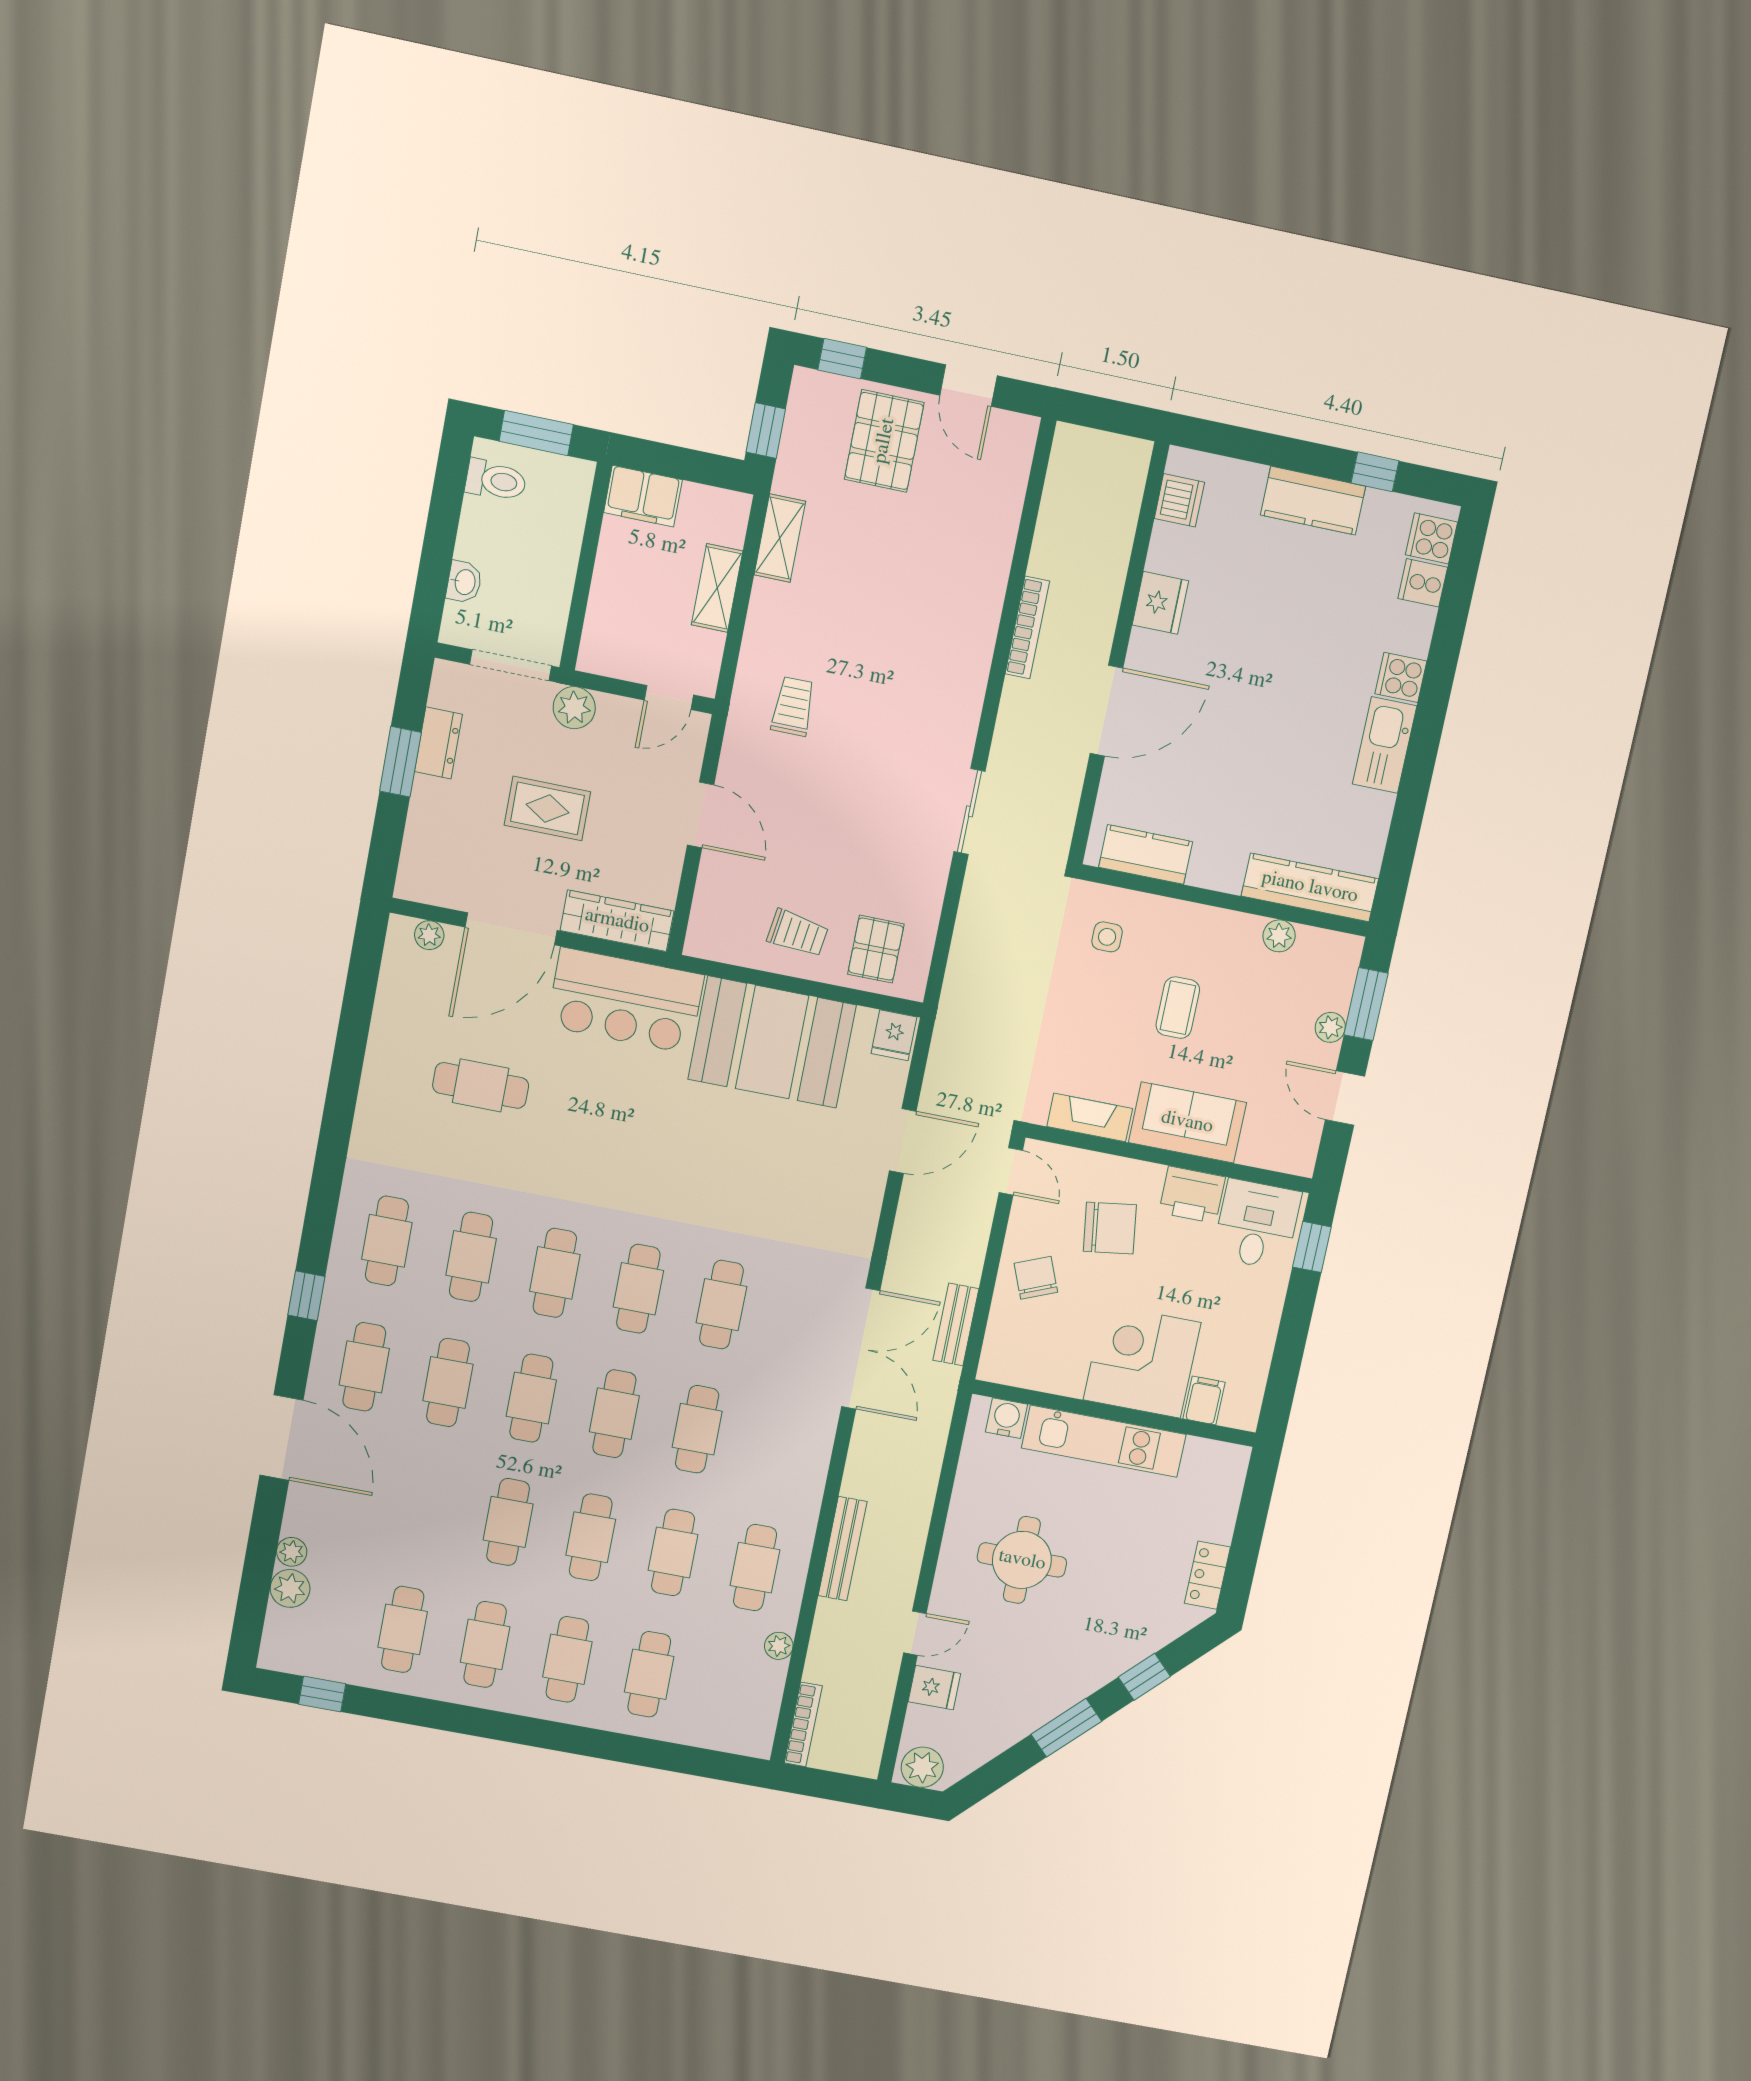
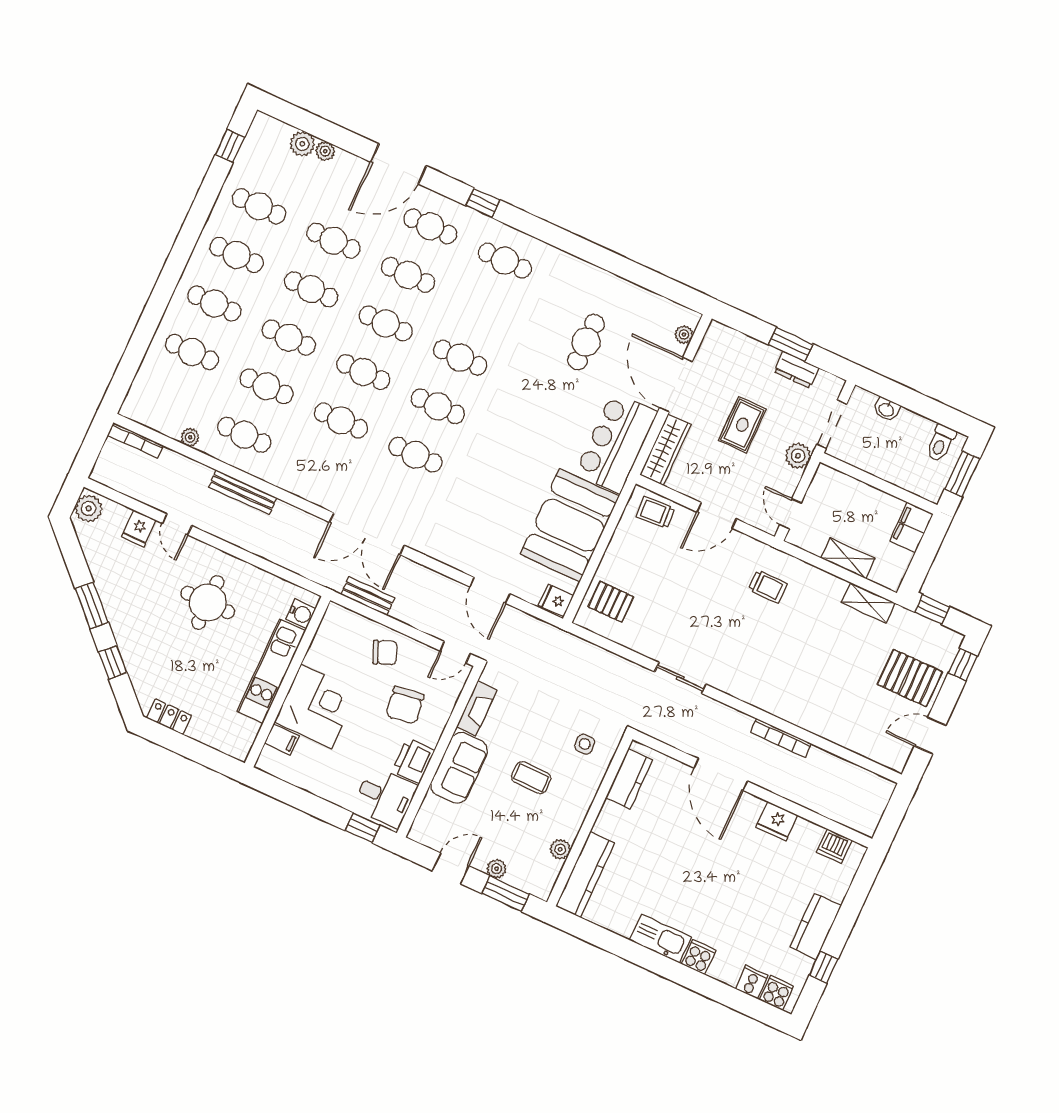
trolley: (798, 933) -> (655, 512), moved, turned 78
cafe table: (471, 1257) -> (333, 241), moved

